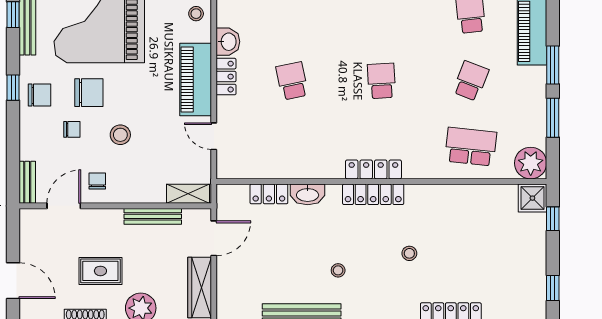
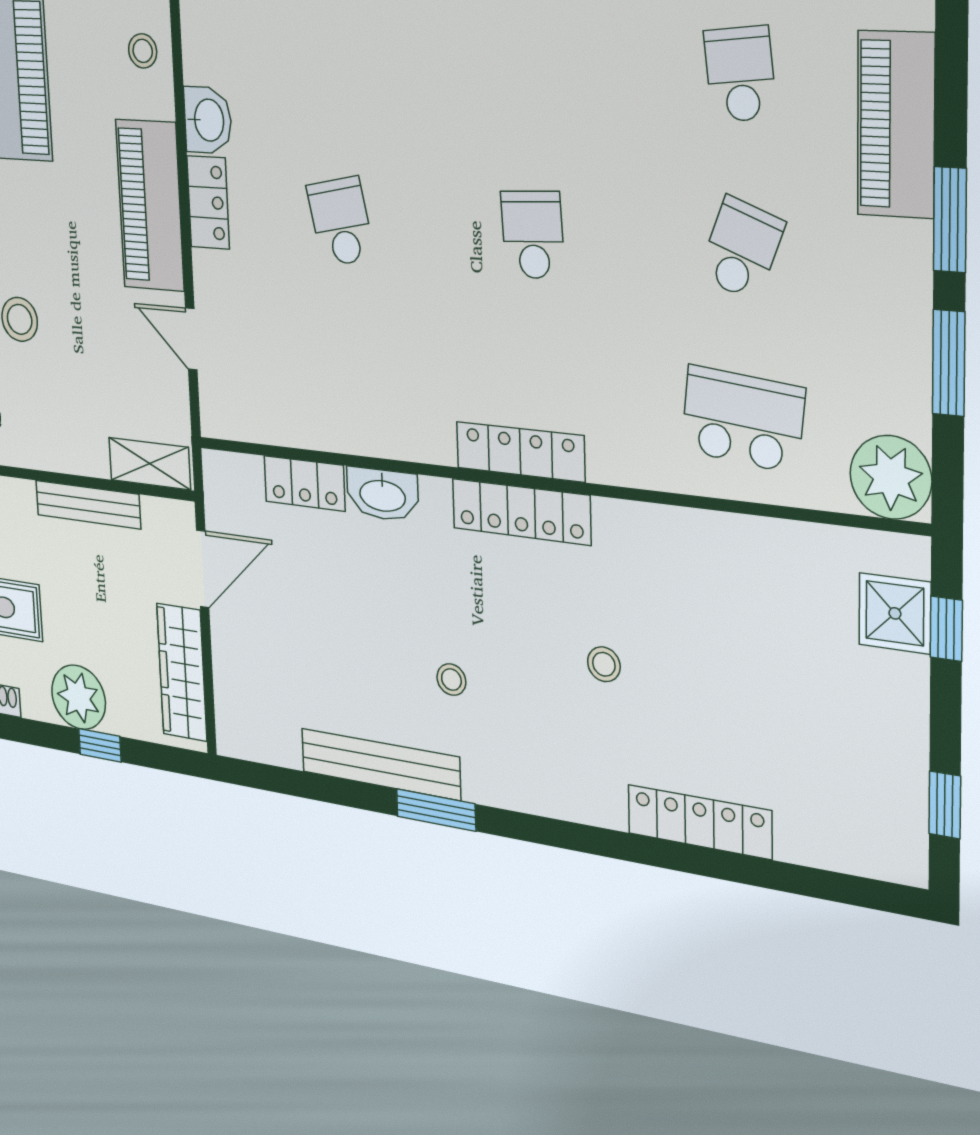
shower: (532, 198) -> (895, 613), moved

